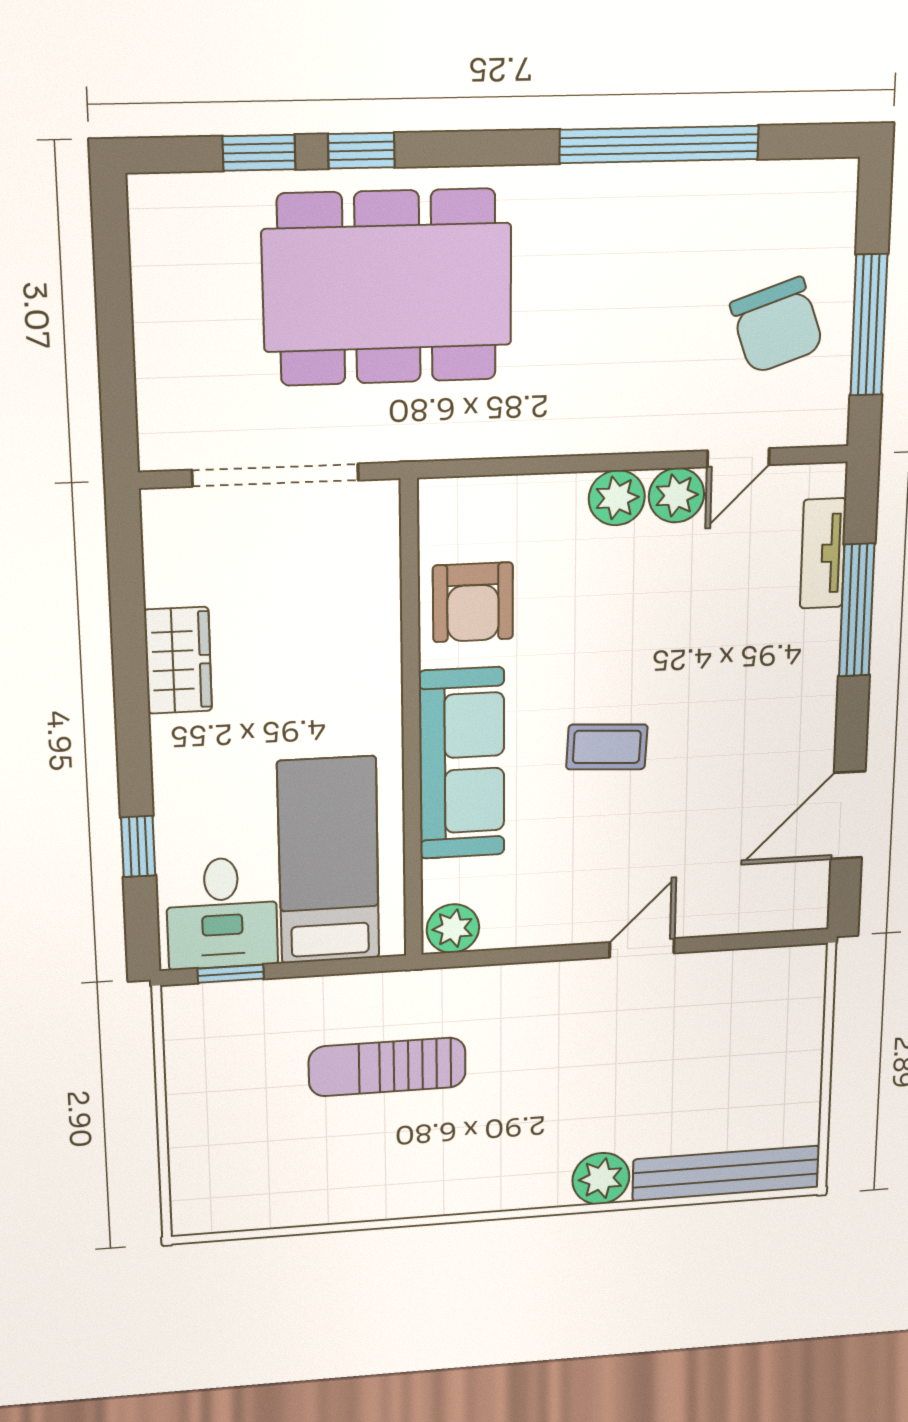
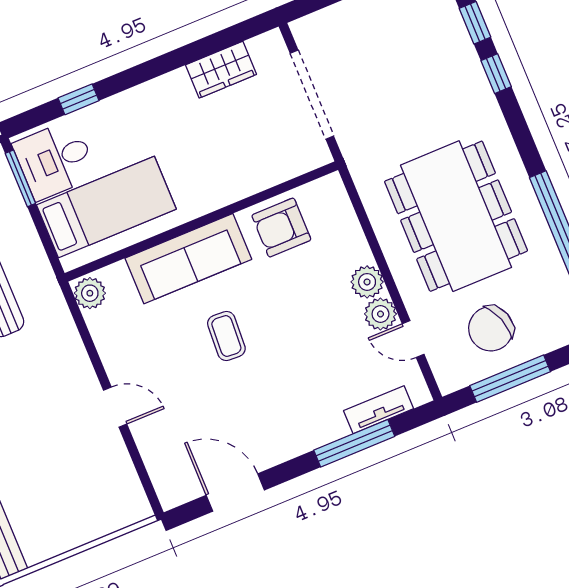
dining table: (388, 287) -> (456, 216), moved
wardrobe: (178, 660) -> (221, 70), moved
window: (231, 974) -> (20, 178), width x1.50

